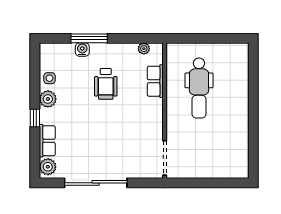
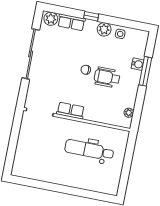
row of seats: (155, 81) -> (71, 111), moved
chair: (102, 112) -> (86, 70), added

